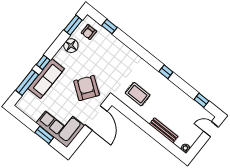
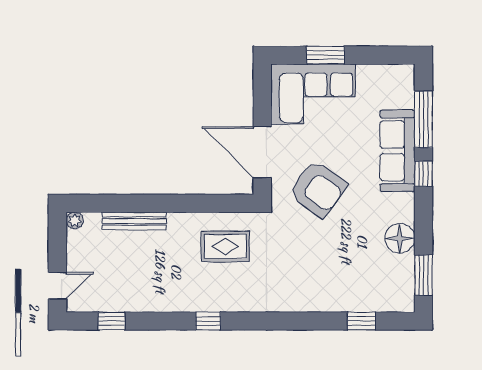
armchair: (89, 32) -> (388, 285), removed

